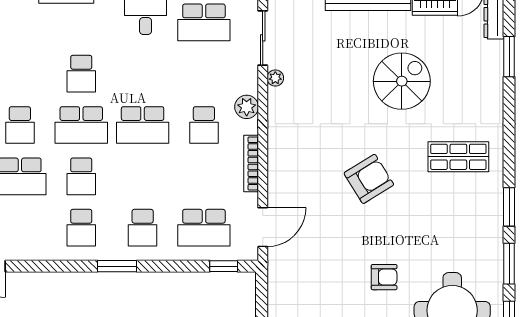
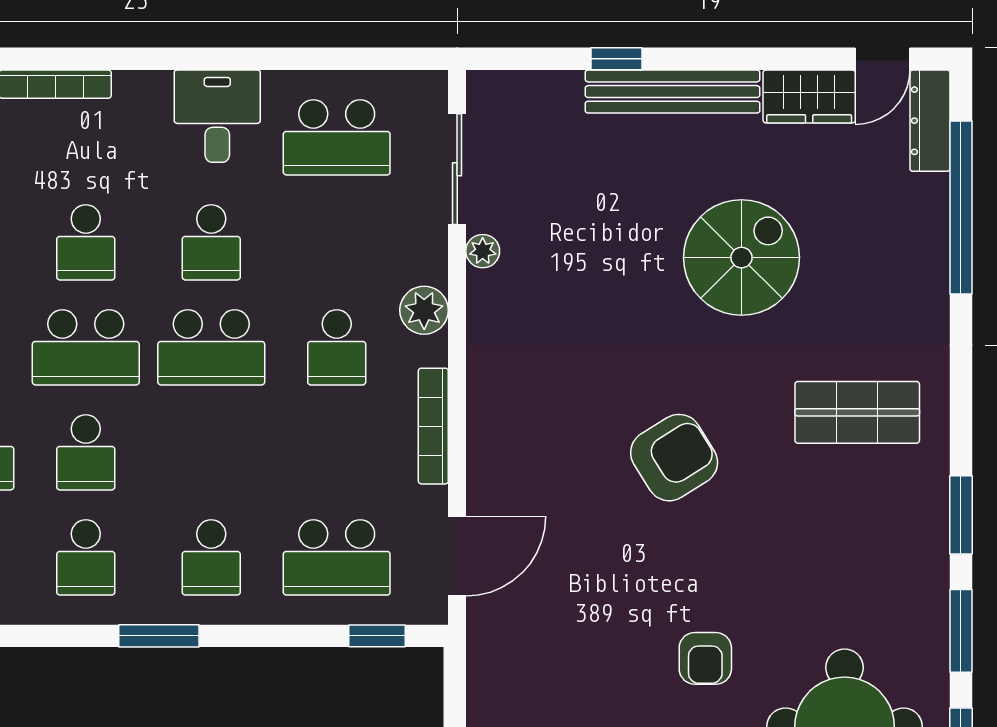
window: (509, 57) -> (961, 207), width x2.11
school desk: (143, 74) -> (211, 242), added
armchair: (384, 277) -> (705, 658), turned 90

